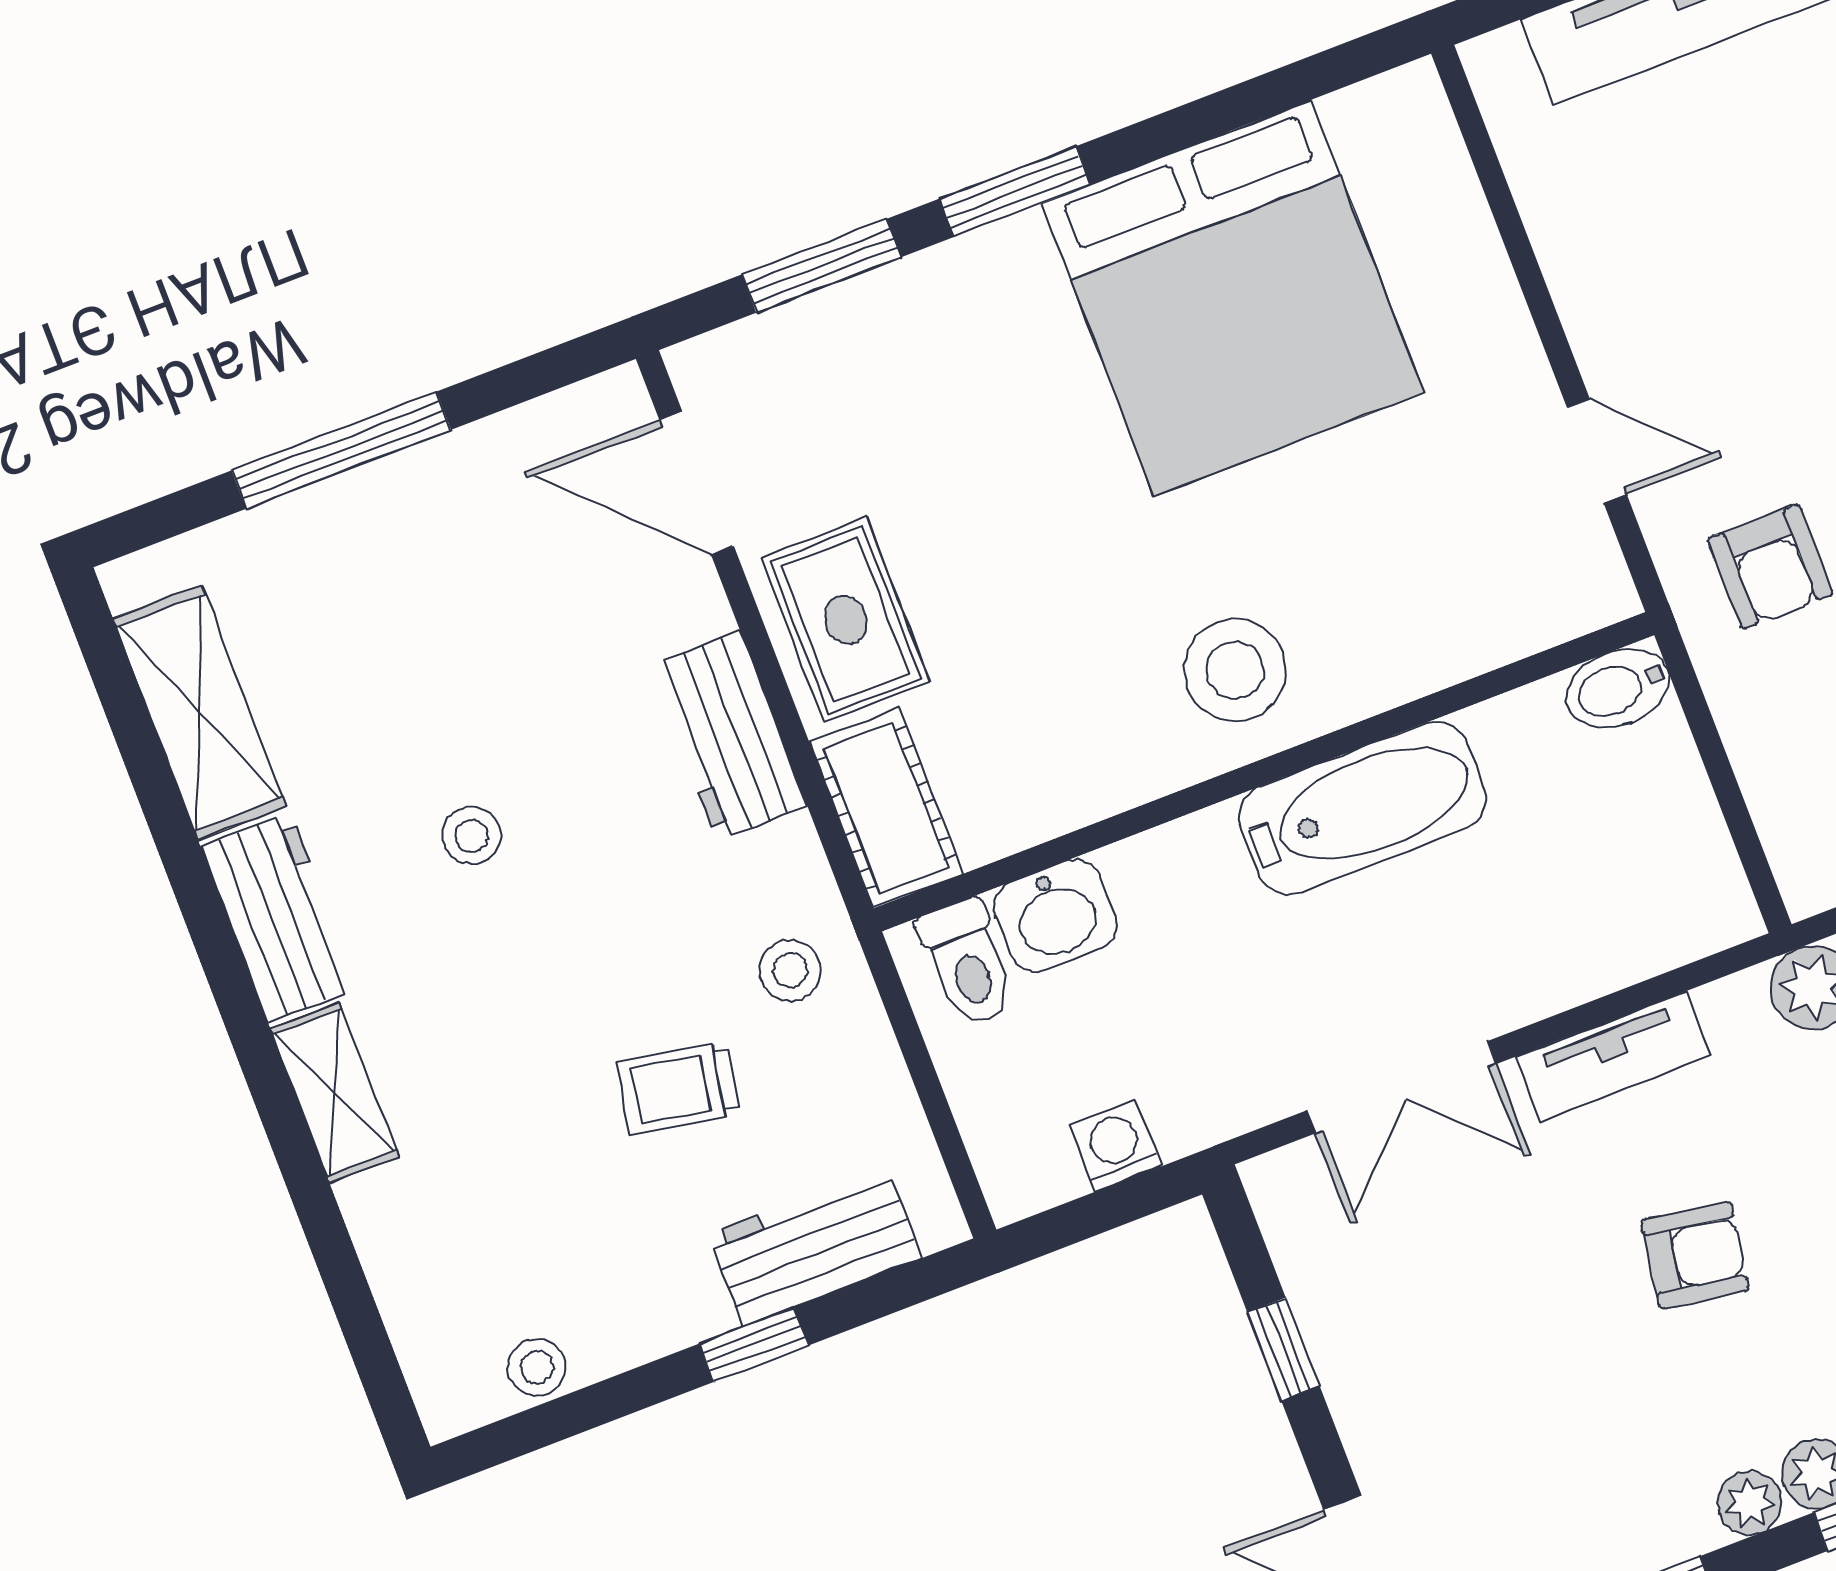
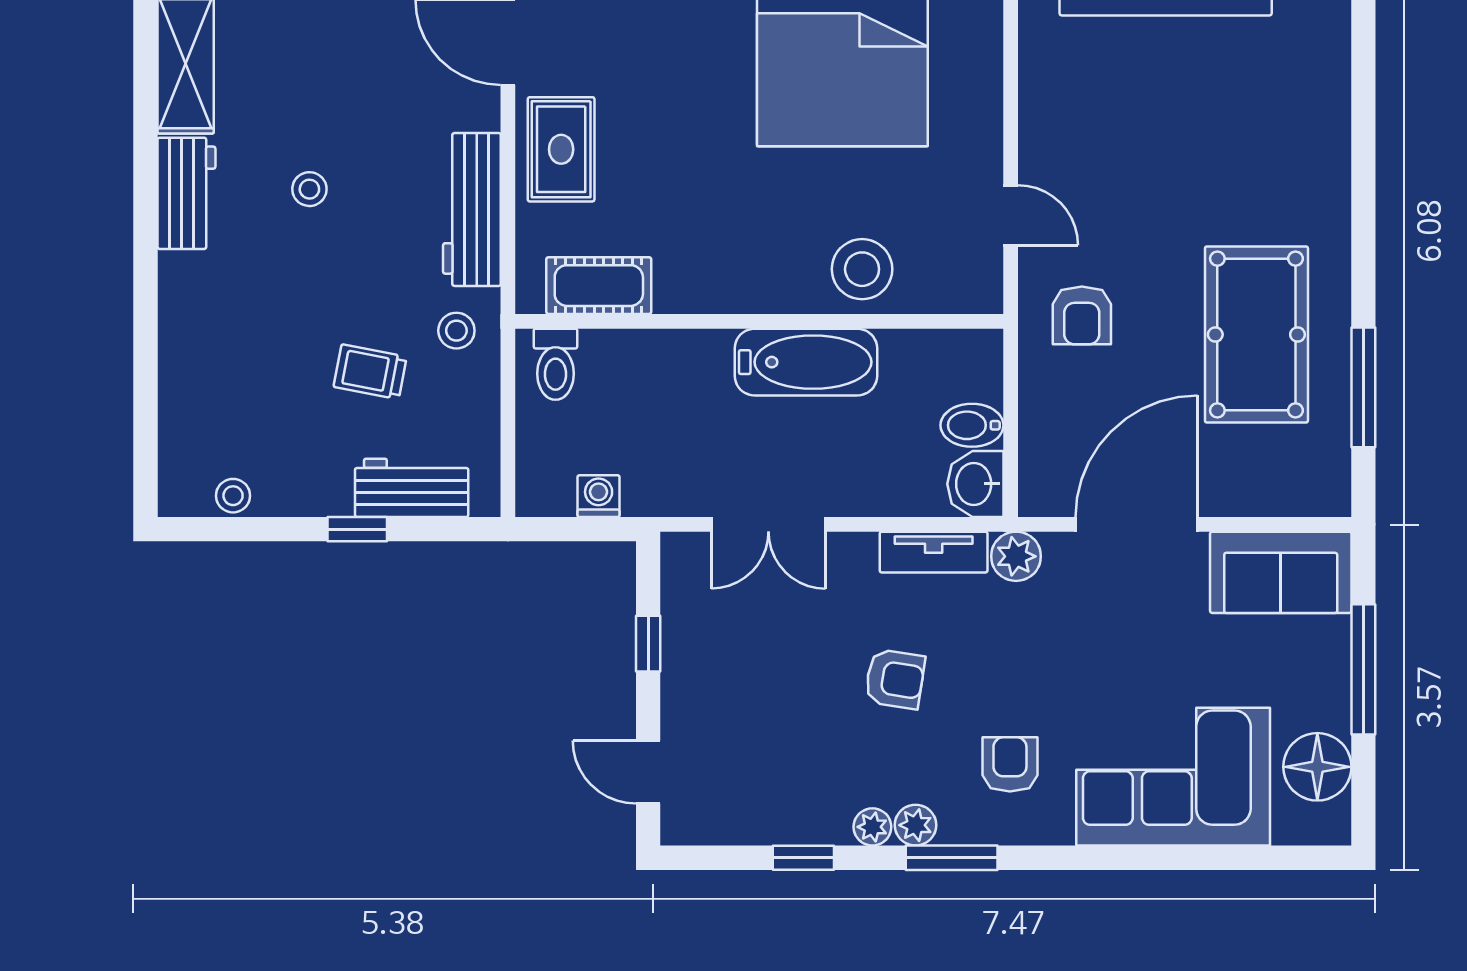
stool: (1235, 670) -> (862, 269), moved
bidet: (1618, 688) -> (972, 425), moved
workbench: (728, 736) -> (472, 209), width x1.38
cot: (886, 808) -> (599, 286), moved, turned 90
washbasin: (1055, 916) -> (975, 484), moved, turned 90
tv unit: (1614, 1056) -> (934, 552), moved
shelving: (334, 1093) -> (180, 302), removed

